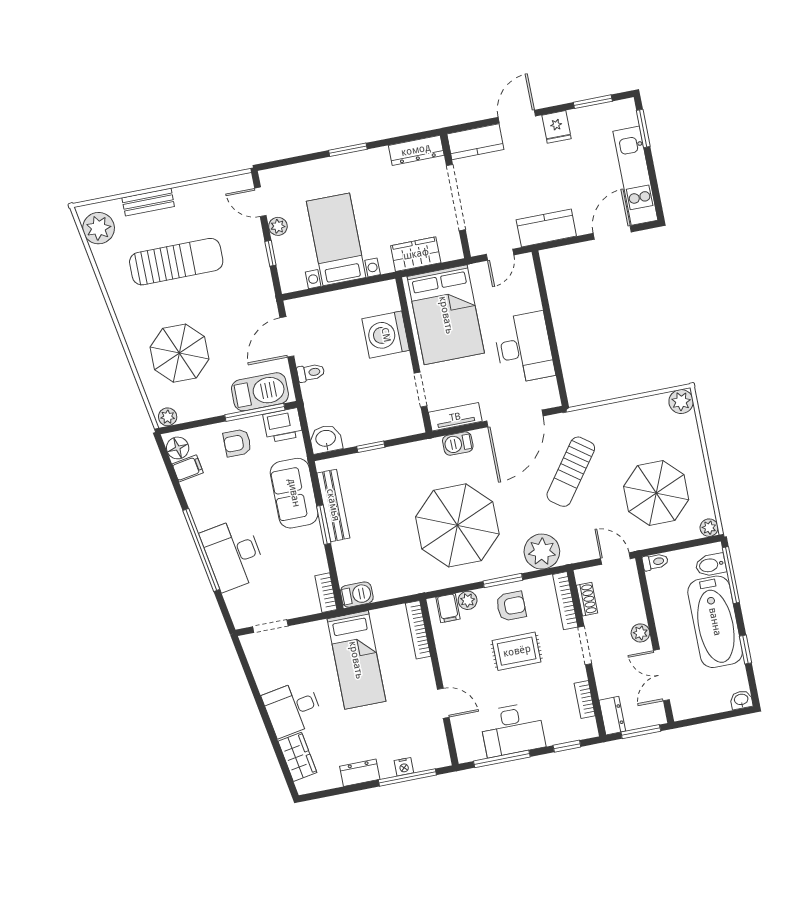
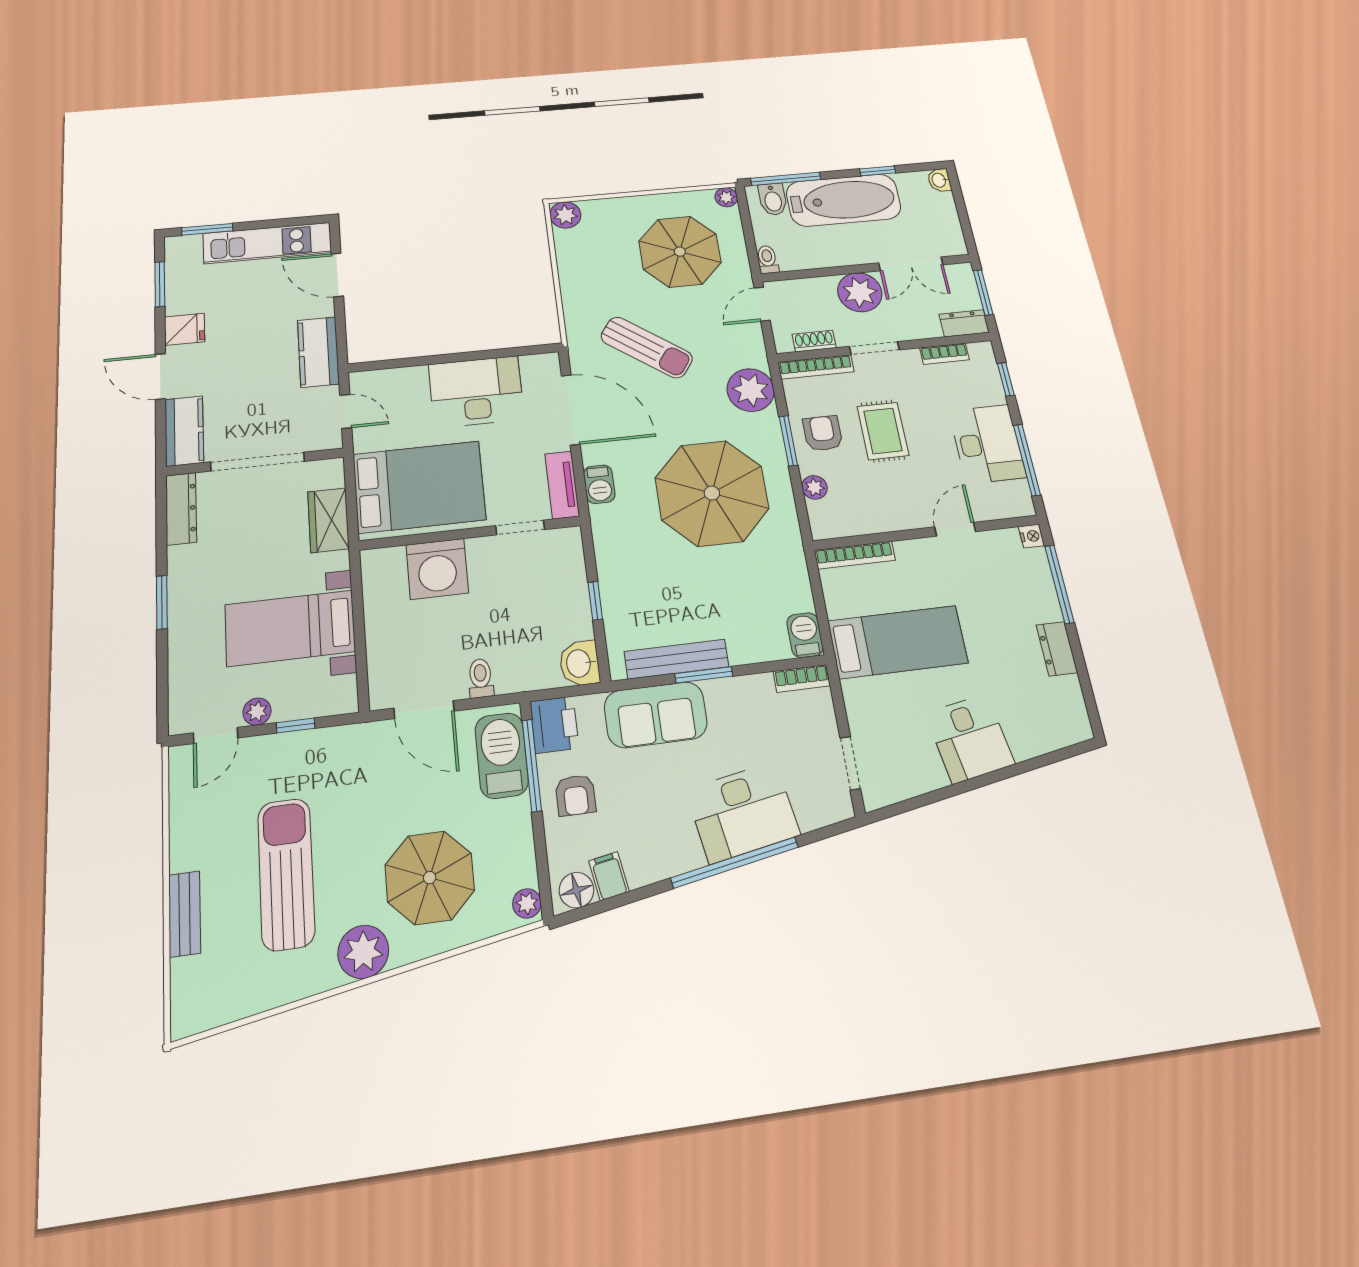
plant: (99, 228) -> (363, 952), moved
filing cabinet: (448, 608) -> (825, 514), removed
plant: (640, 633) -> (860, 292), width x1.88, depth x1.88
wardrobe: (297, 757) -> (1039, 736), removed
nightstand: (404, 767) -> (1031, 536), moved

